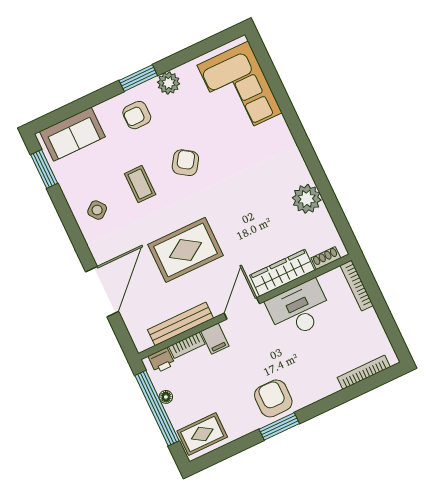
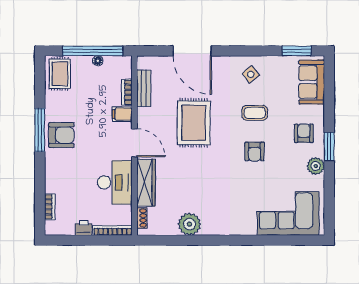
armchair: (185, 163) -> (255, 151), turned 56
bench: (181, 324) -> (144, 88), width x0.73
printer: (162, 360) -> (84, 228), moved, turned 90
bookcase: (364, 372) -> (50, 207), width x0.64
window: (279, 426) -> (40, 130), width x1.44

